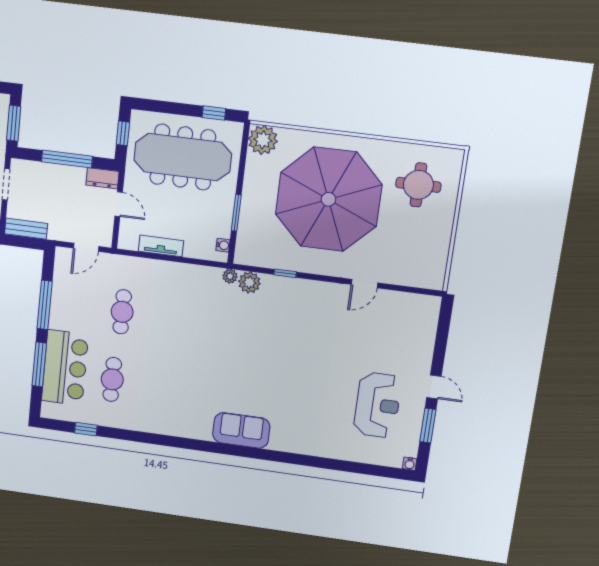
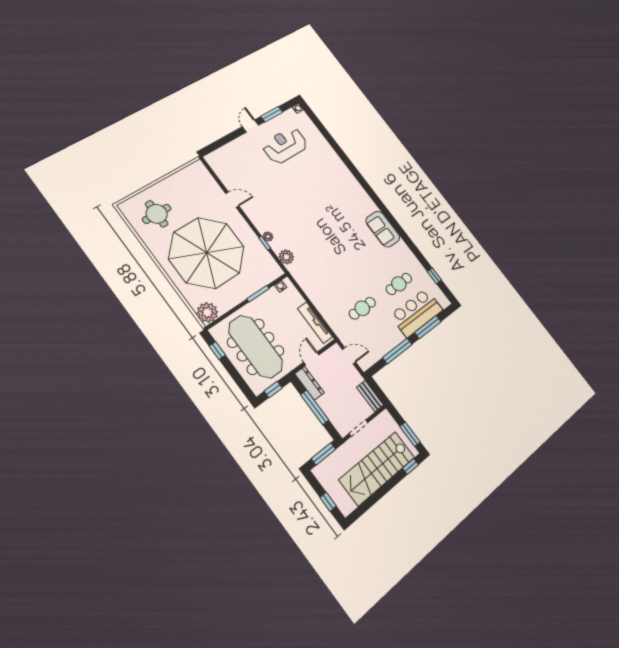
dresser: (102, 178) -> (309, 383), width x1.44
tv unit: (161, 246) -> (315, 323), width x1.41
plant: (230, 276) -> (268, 236), moved
sofa: (241, 430) -> (383, 229), moved

